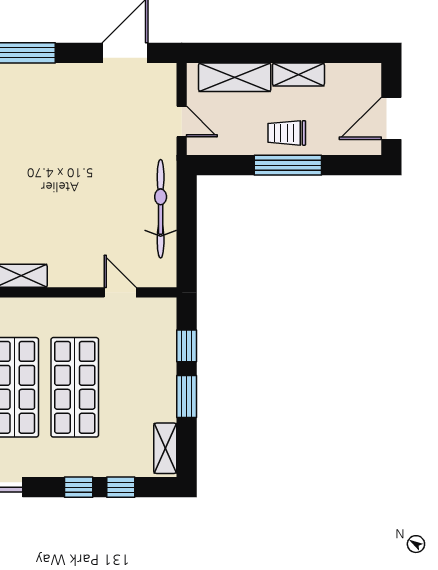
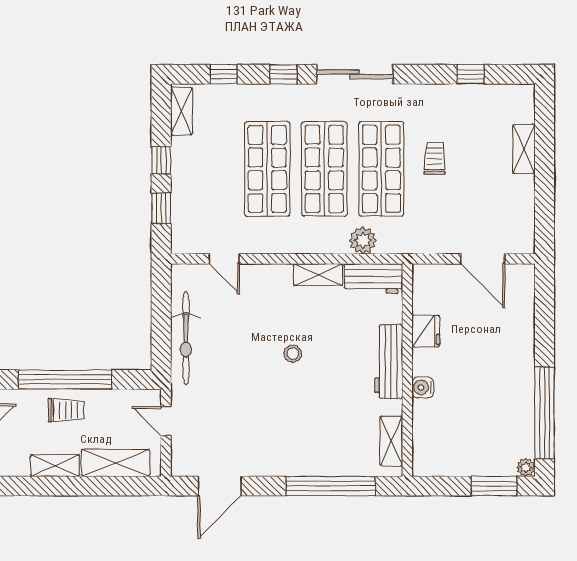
window: (288, 165) -> (65, 380), width x1.46
stool: (48, 192) -> (293, 354), added
window: (187, 396) -> (161, 160), width x0.67
window: (79, 487) -> (283, 74), moved

